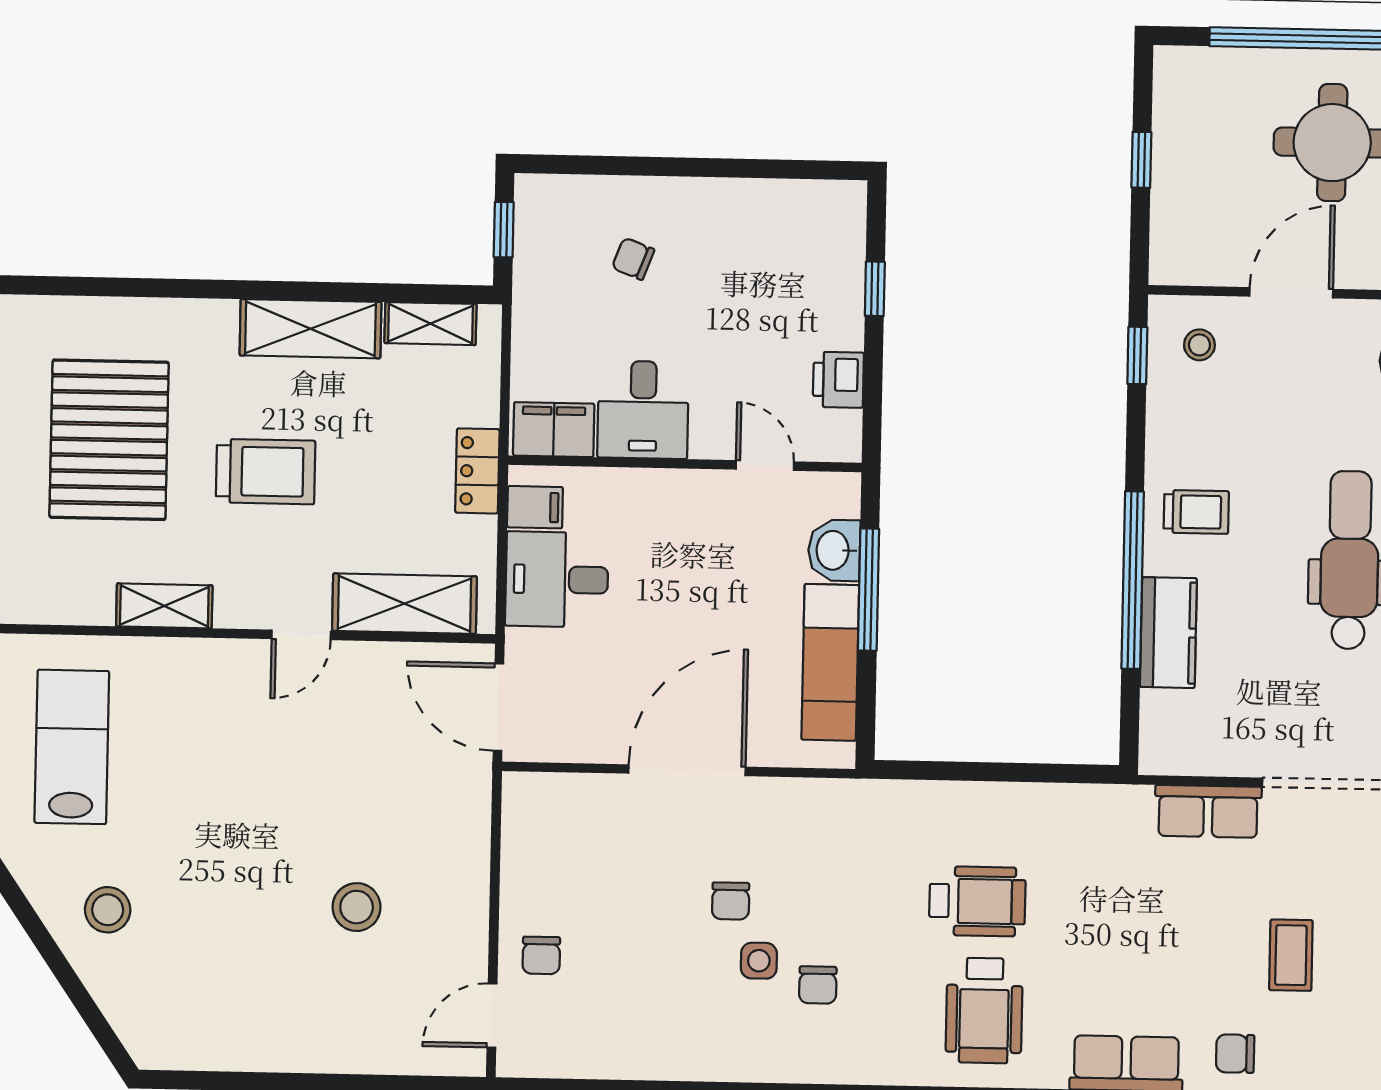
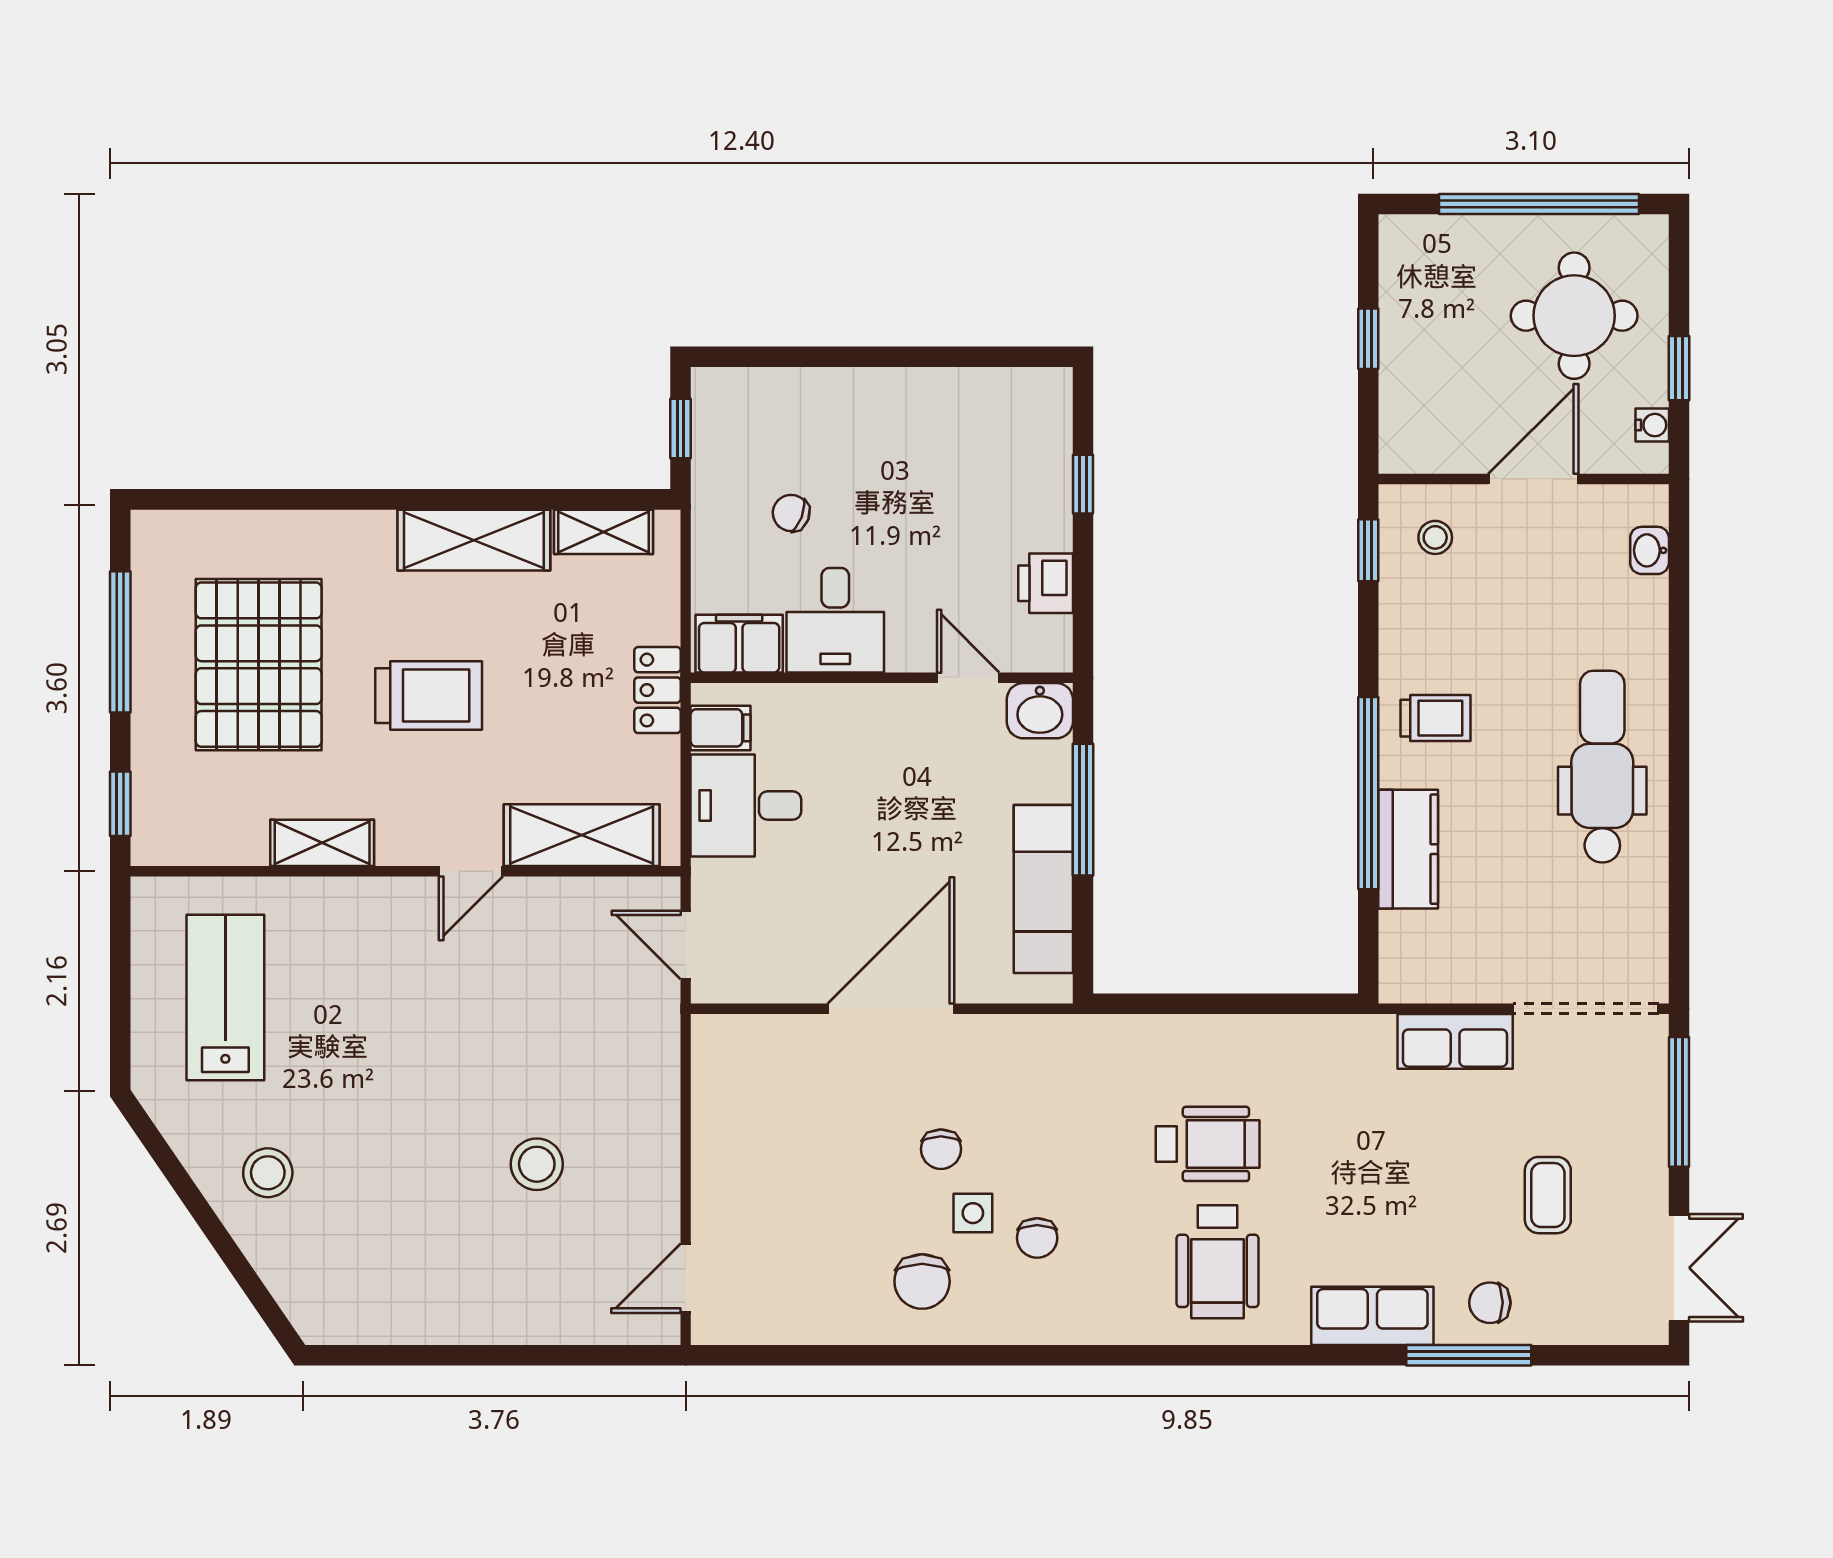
chair: (633, 259) -> (791, 513), moved
washbasin: (834, 550) -> (1040, 711), moved, turned -90
door: (498, 707) -> (686, 945), width x0.73
chair: (541, 955) -> (922, 1281), moved, width x1.37, depth x1.37

